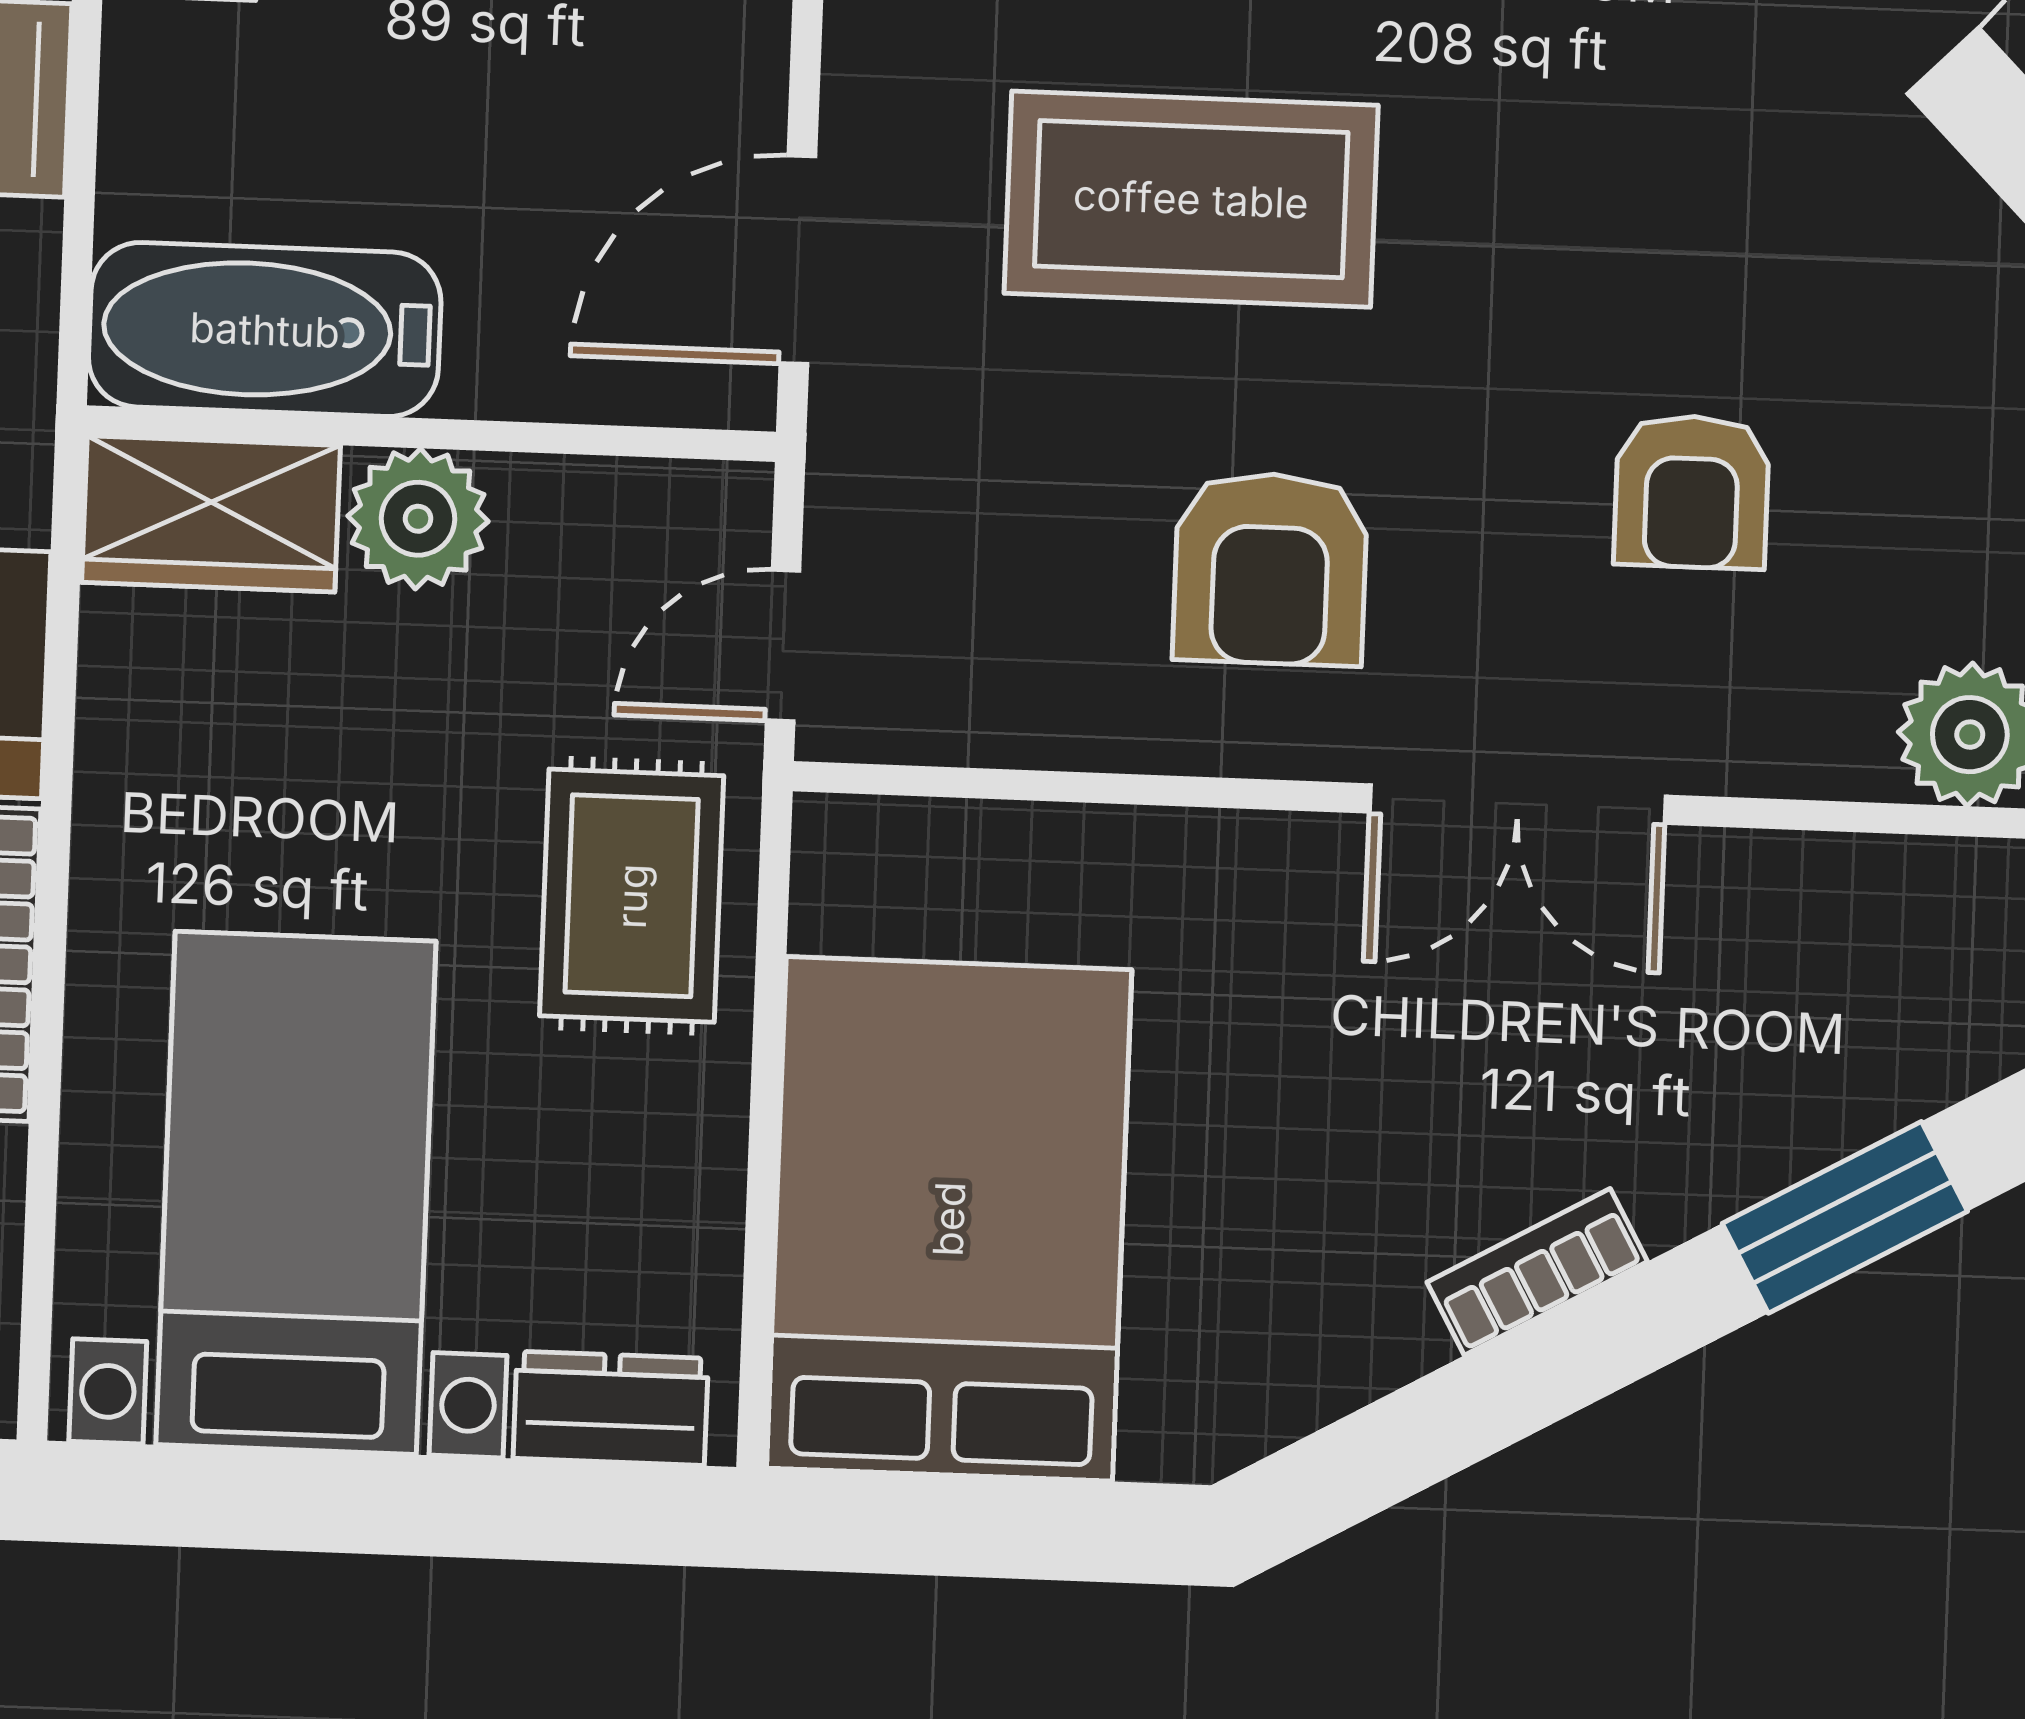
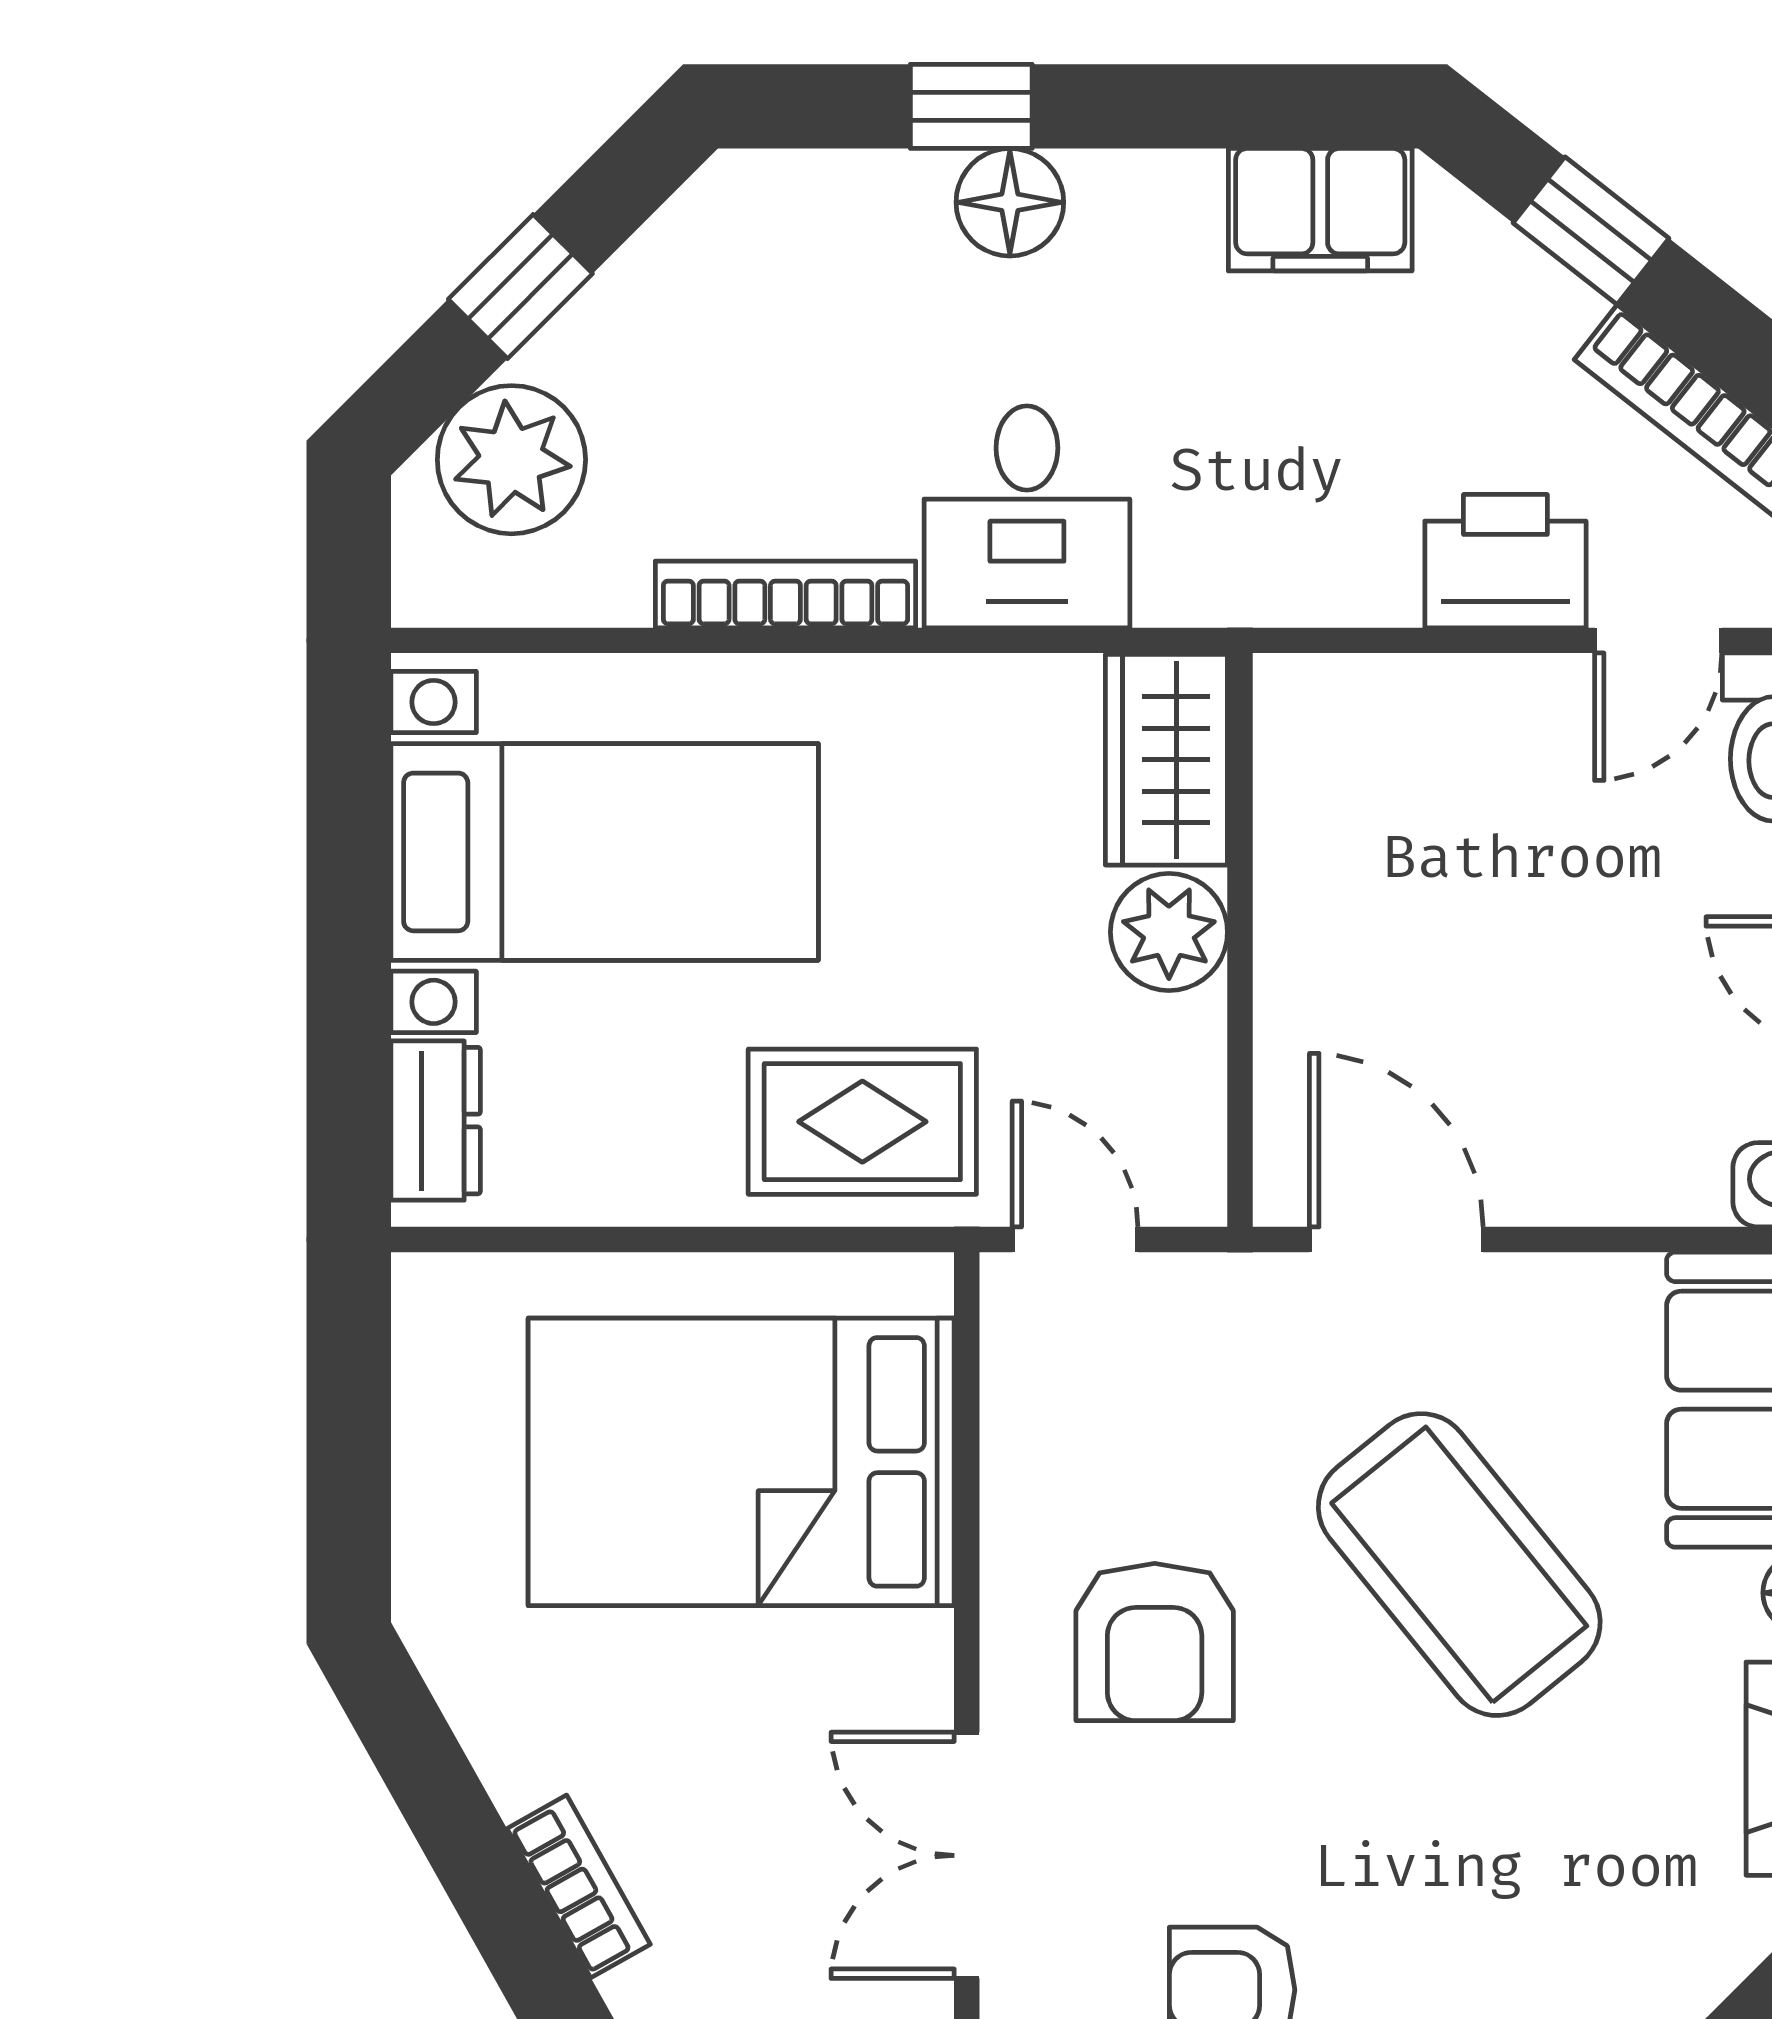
coffee table: (1191, 199) -> (1459, 1565), turned -39
bathtub: (265, 330) -> (1321, 799), removed
armchair: (1270, 569) -> (1155, 1642), turned -90
bed: (949, 1219) -> (741, 1462), moved, turned 180

